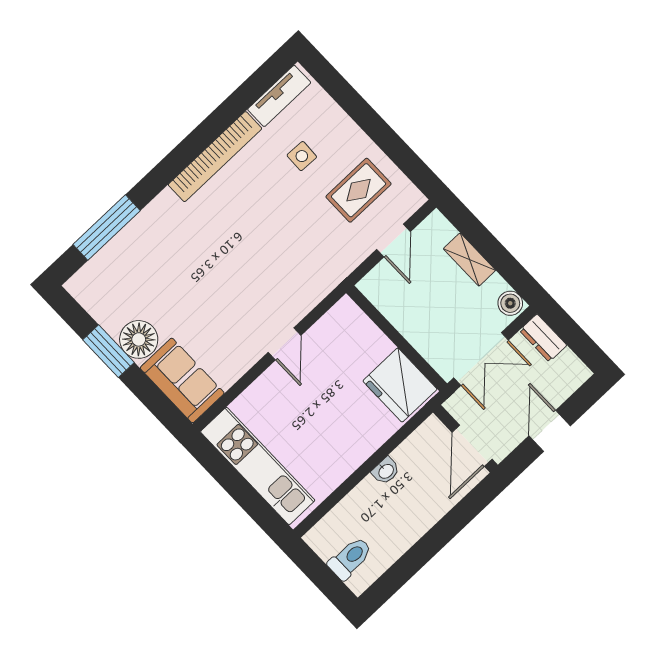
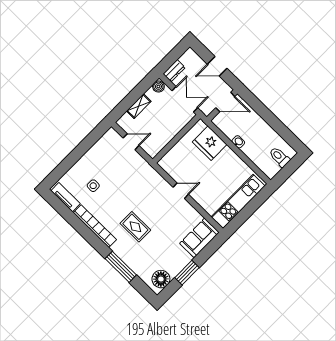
rug: (359, 190) -> (135, 227), moved
window: (107, 227) -> (121, 267), moved
floor lamp: (139, 339) -> (161, 279), moved
fridge: (400, 385) -> (210, 143), moved, turned 90

